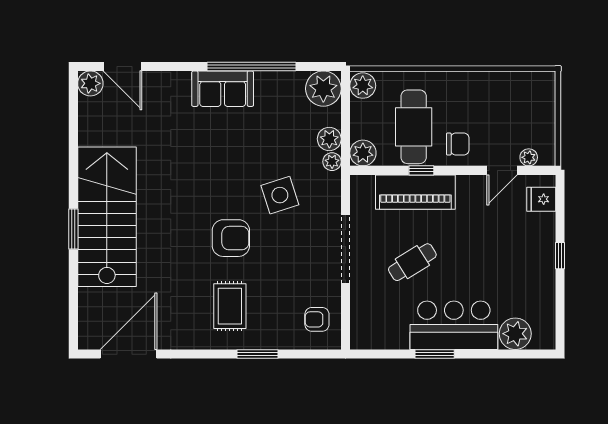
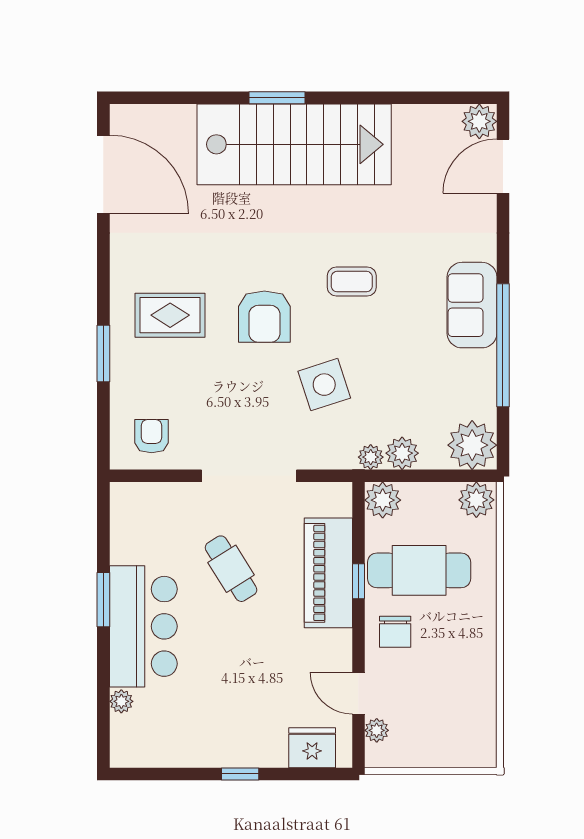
coffee table: (206, 175) -> (352, 282), added
fridge: (541, 199) -> (312, 748), width x1.38
plant: (515, 334) -> (121, 701), width x0.53, depth x0.53

